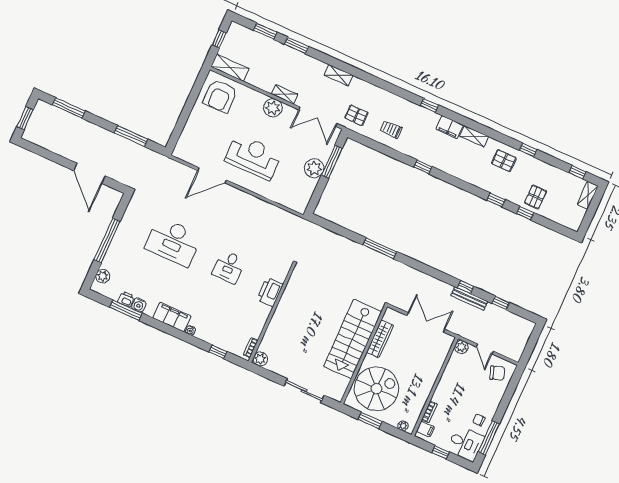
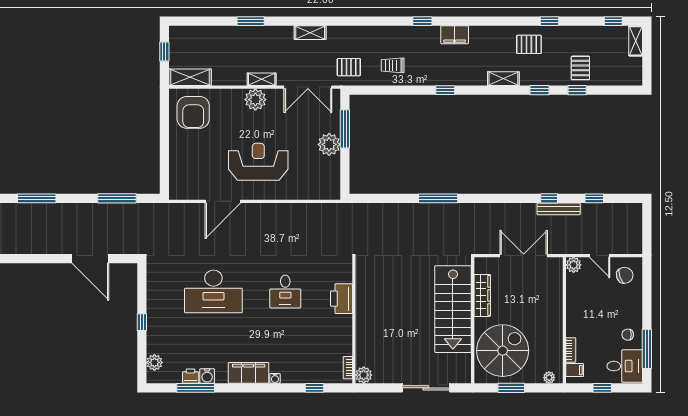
window: (265, 31) -> (210, 21), removed
shelving: (474, 136) -> (503, 79), moved
window: (107, 240) -> (142, 322), width x0.32

